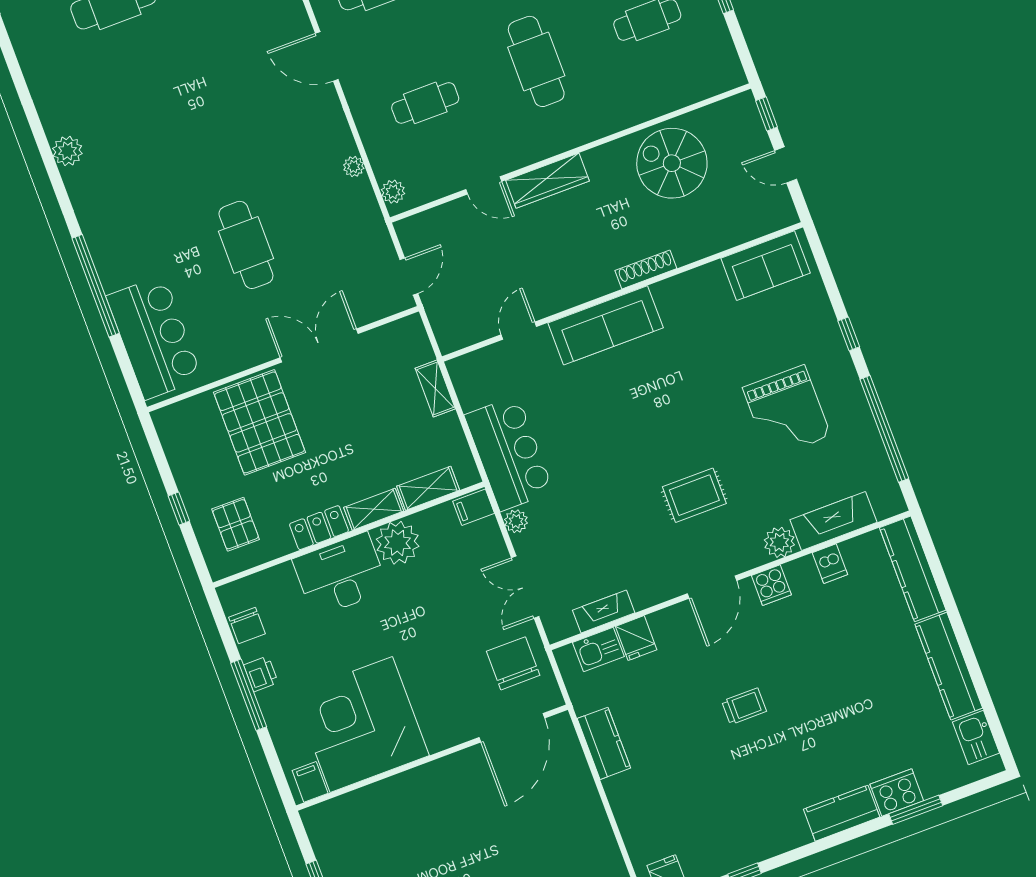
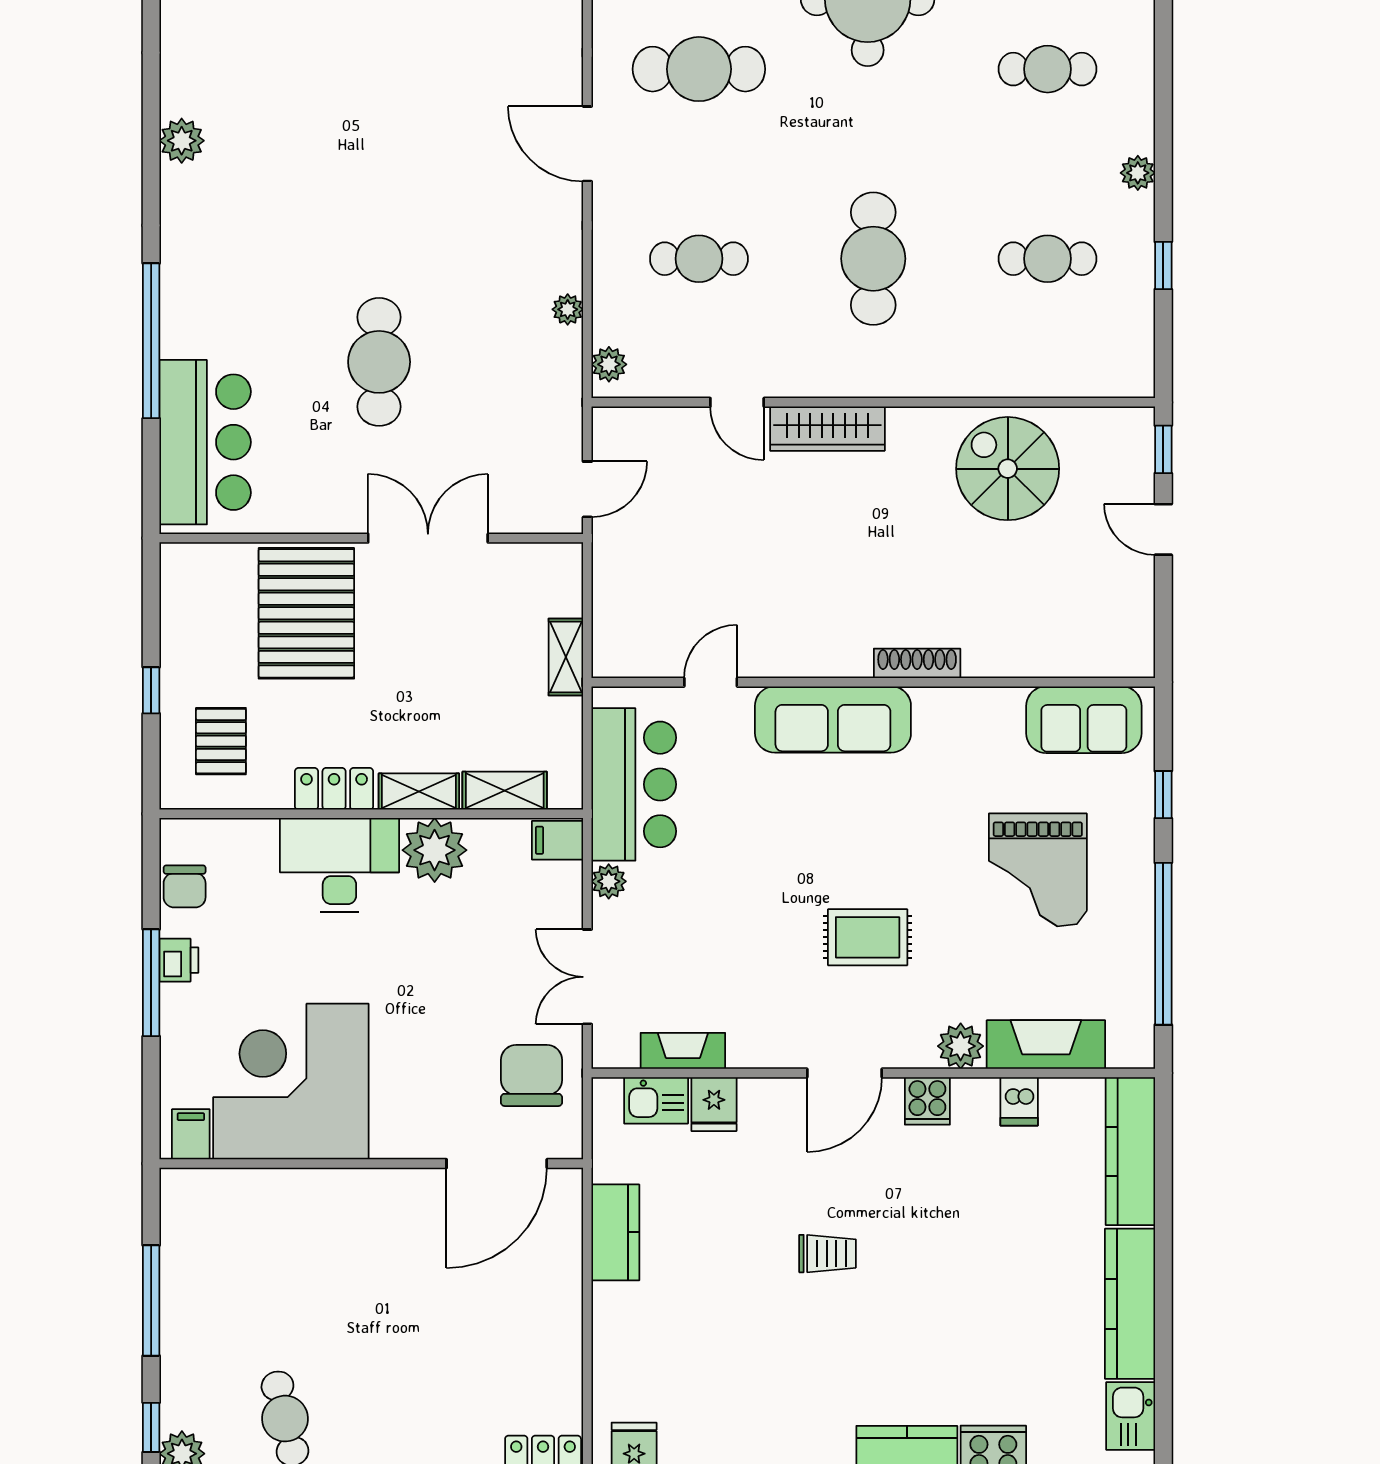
sofa: (766, 266) -> (1084, 720), moved
shoe rack: (646, 269) -> (917, 663), moved
wall: (622, 292) -> (873, 682), moved
sofa: (606, 325) -> (833, 719), moved
door: (519, 331) -> (711, 682), moved

